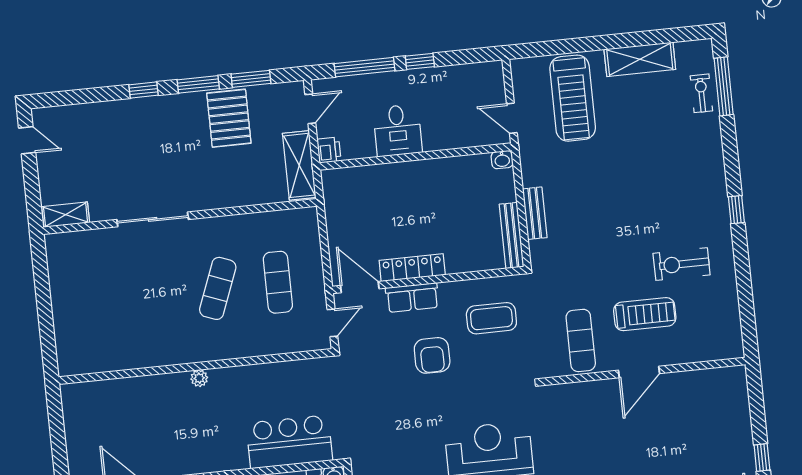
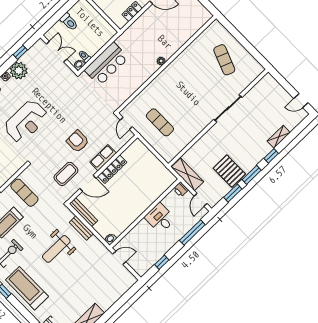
window: (420, 61) -> (162, 262), moved
treadmill: (573, 98) -> (27, 288), moved
weight bench: (601, 211) -> (56, 249), added
shelving: (66, 215) -> (279, 137), moved
door: (360, 287) -> (88, 183), moved
exercise mat: (218, 288) -> (224, 60), moved

